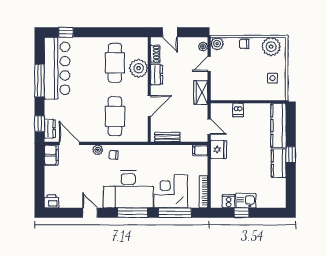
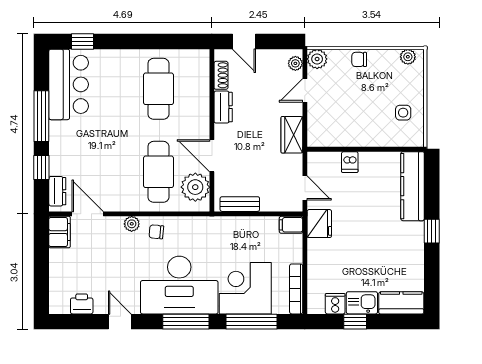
plant: (271, 47) -> (408, 57), width x0.53, depth x0.53
bar counter: (57, 68) -> (69, 84), width x0.73
plant: (139, 68) -> (195, 187), moved
door: (149, 106) -> (212, 156), swing flipped
window: (40, 124) -> (41, 167), moved
kitchen counter: (279, 163) -> (401, 303), moved, turned 90
printer: (52, 201) -> (82, 304), moved

